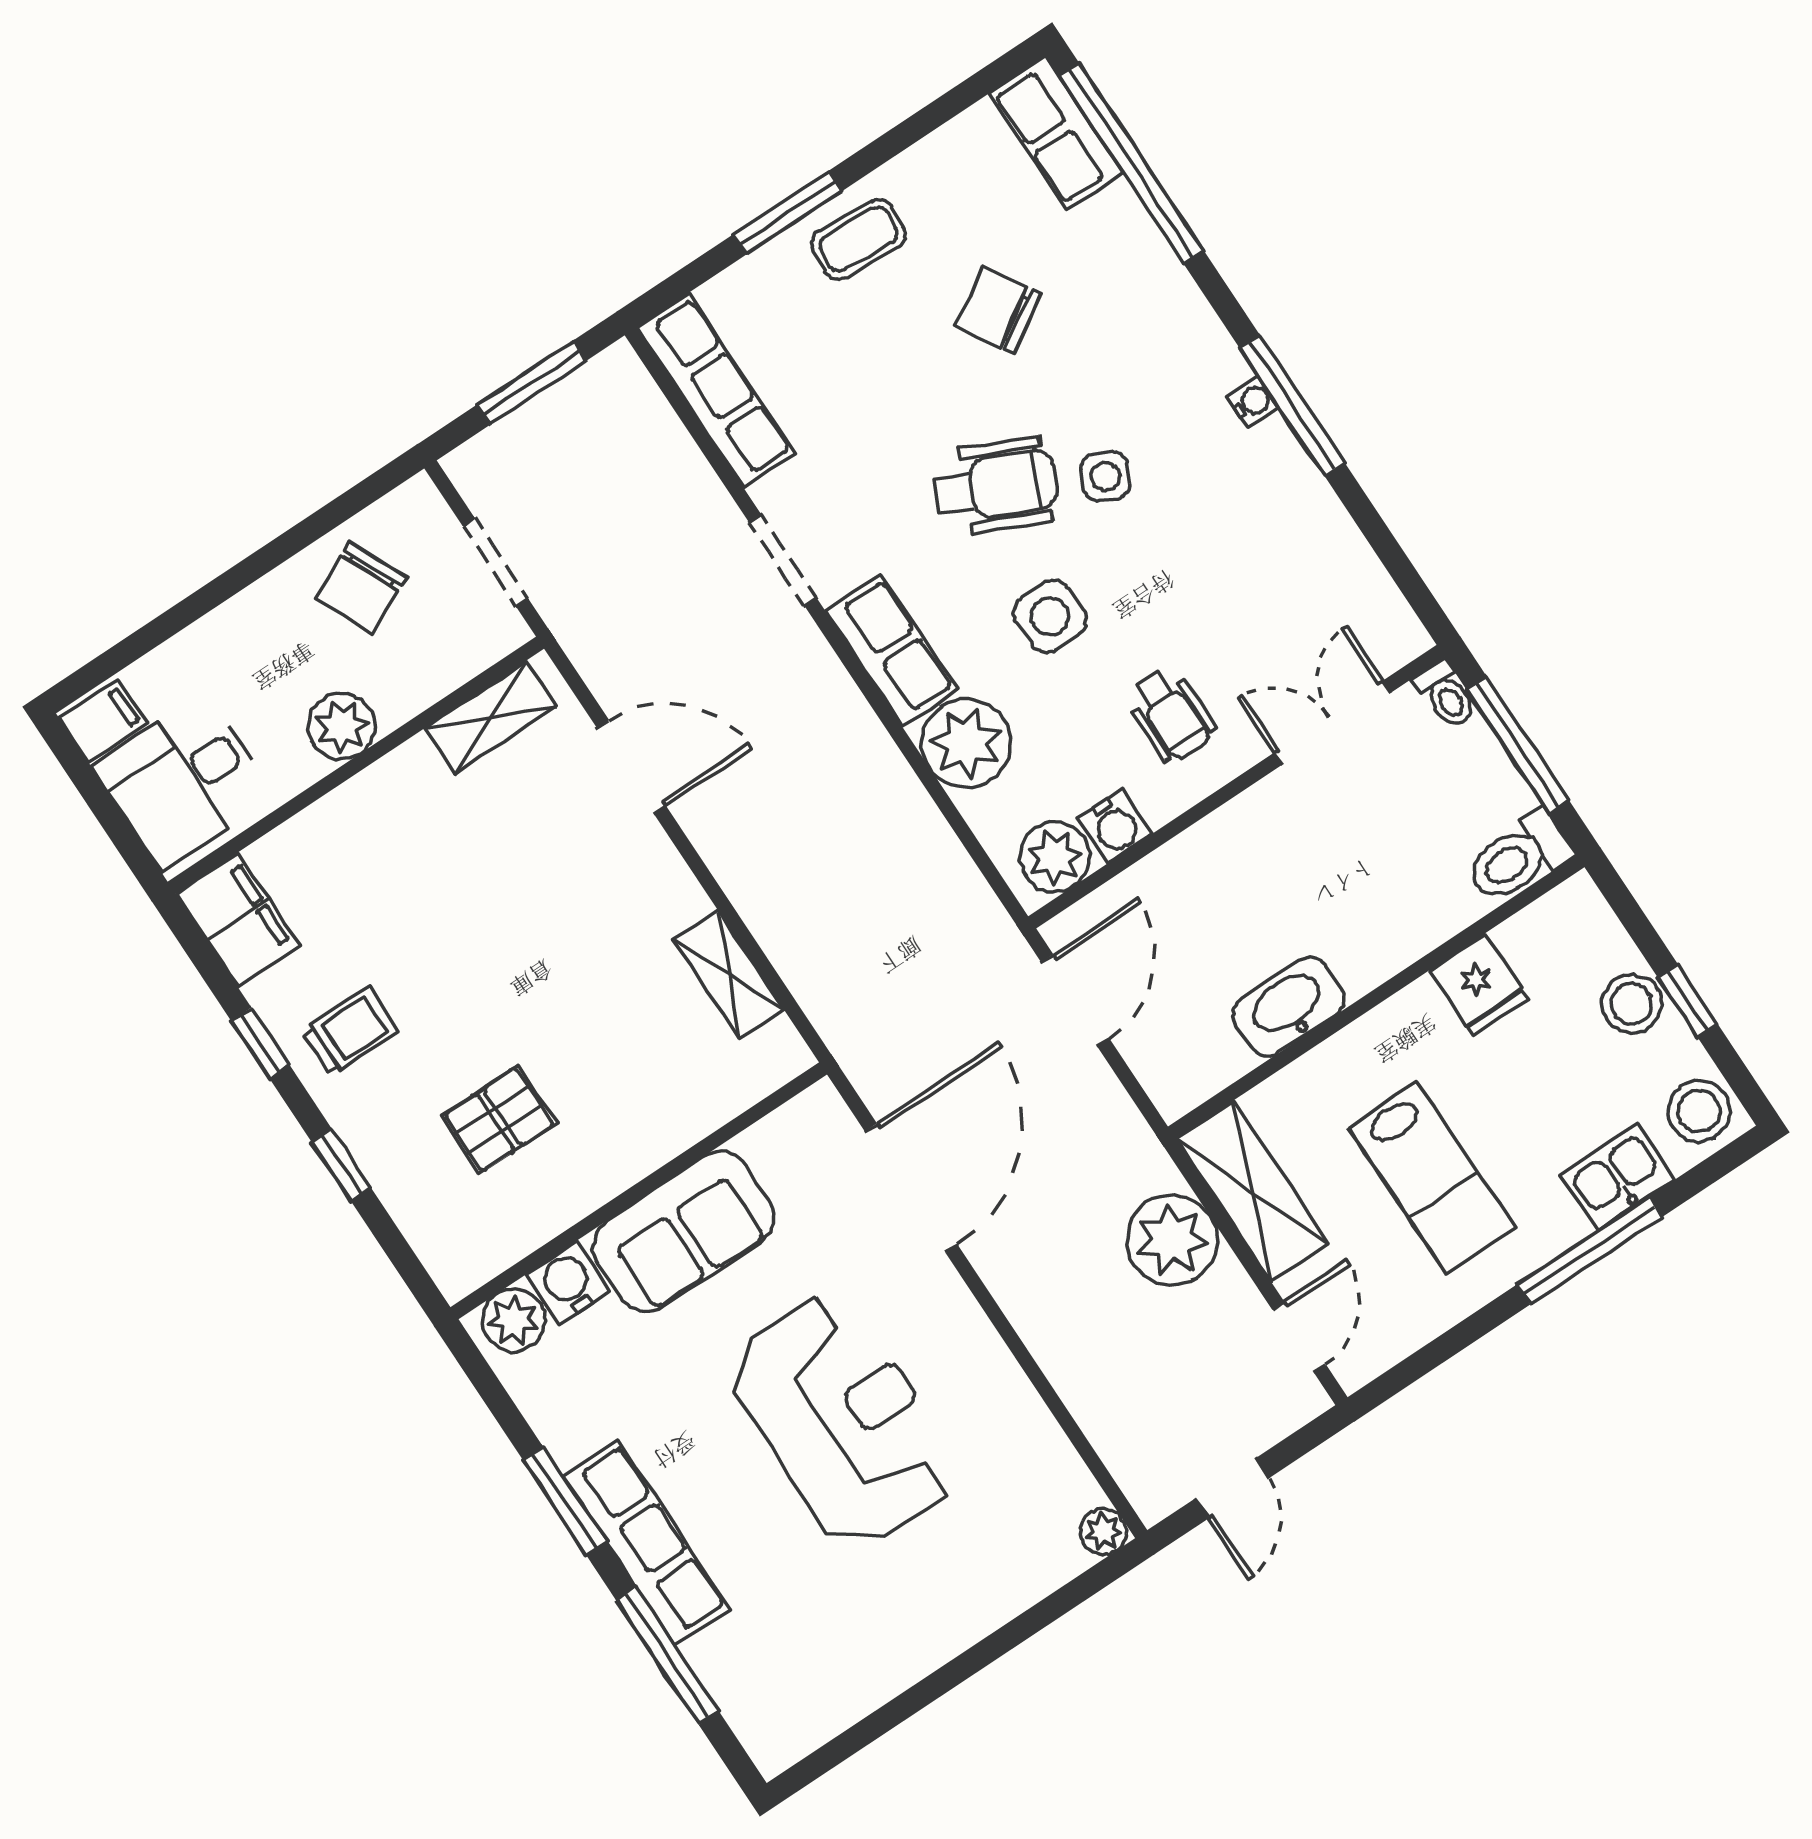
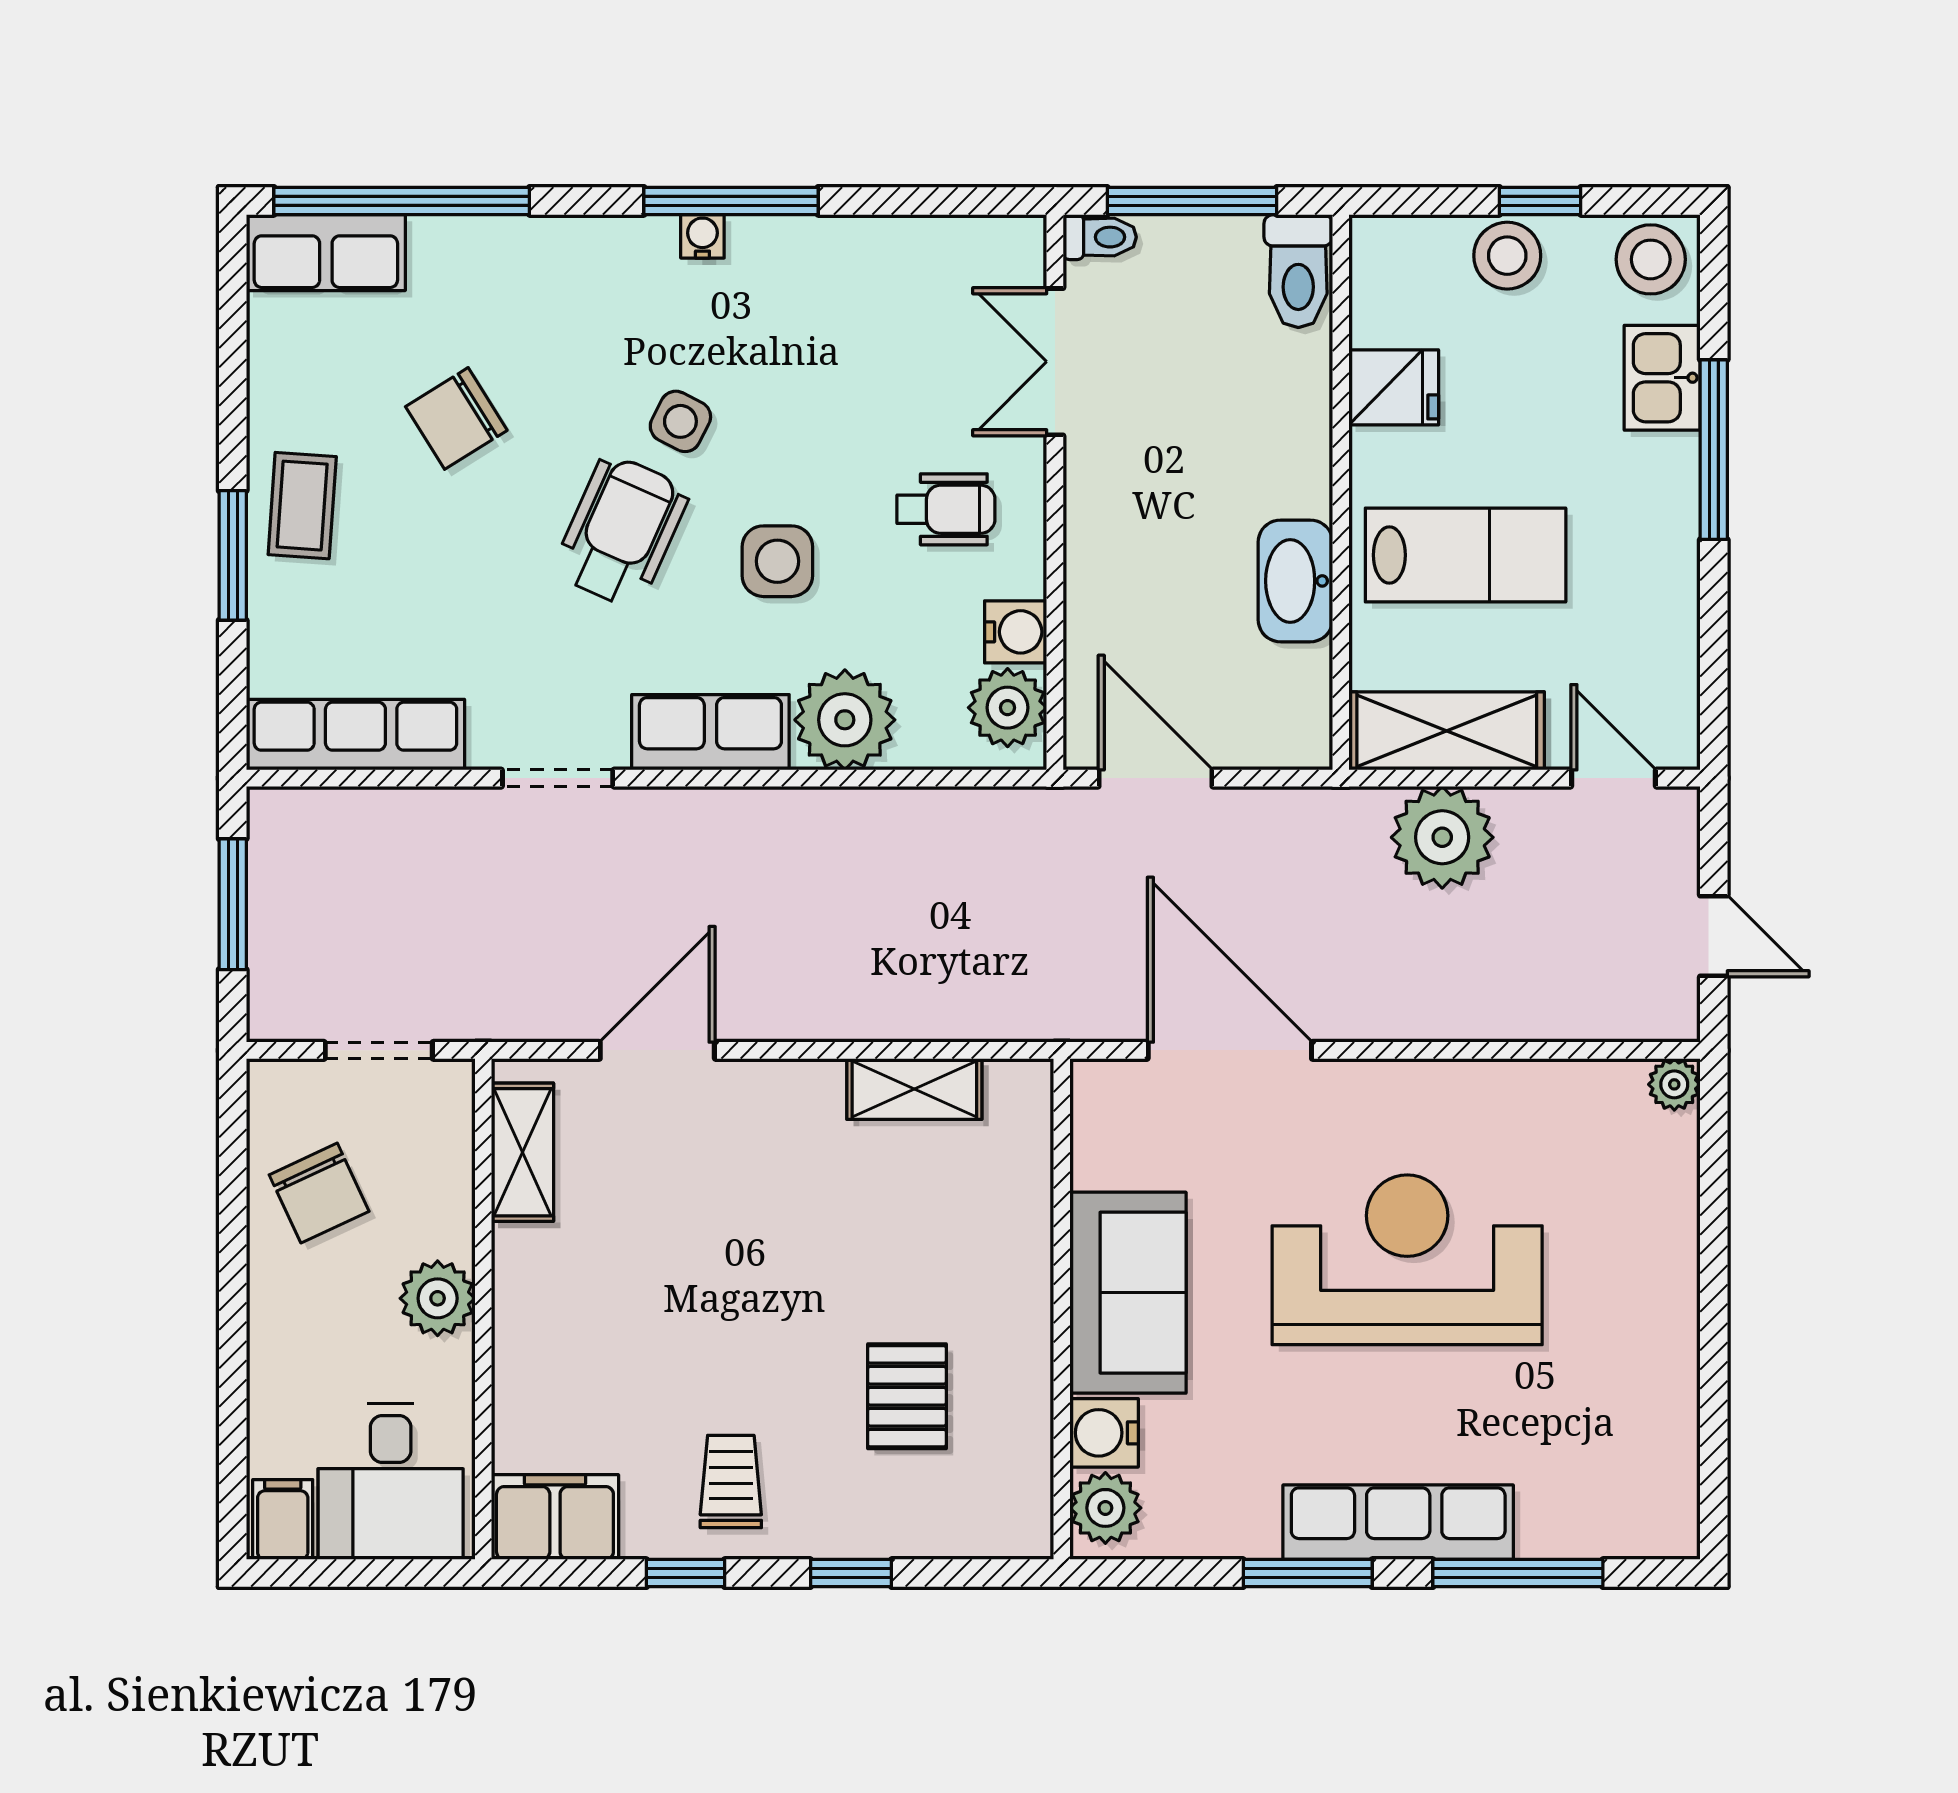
lab bench: (1432, 1178) -> (1466, 555), moved

